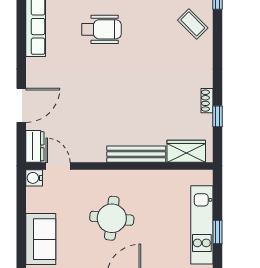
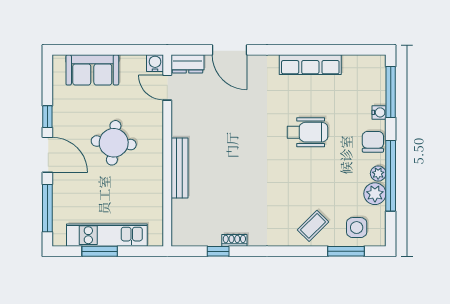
wheelchair: (101, 29) -> (307, 132), turned -90
wardrobe: (186, 151) -> (182, 219), removed
door: (58, 166) -> (167, 88), swing flipped
window: (218, 232) -> (100, 251), width x1.50

